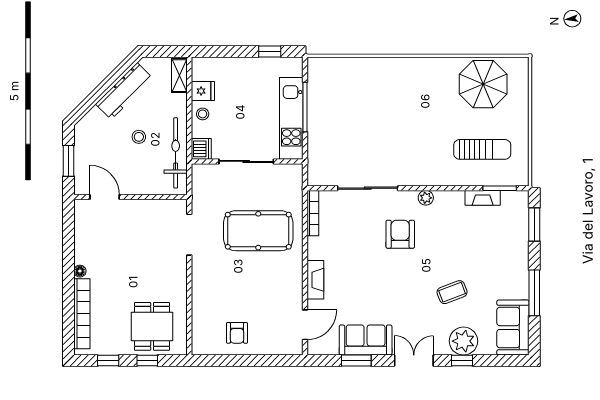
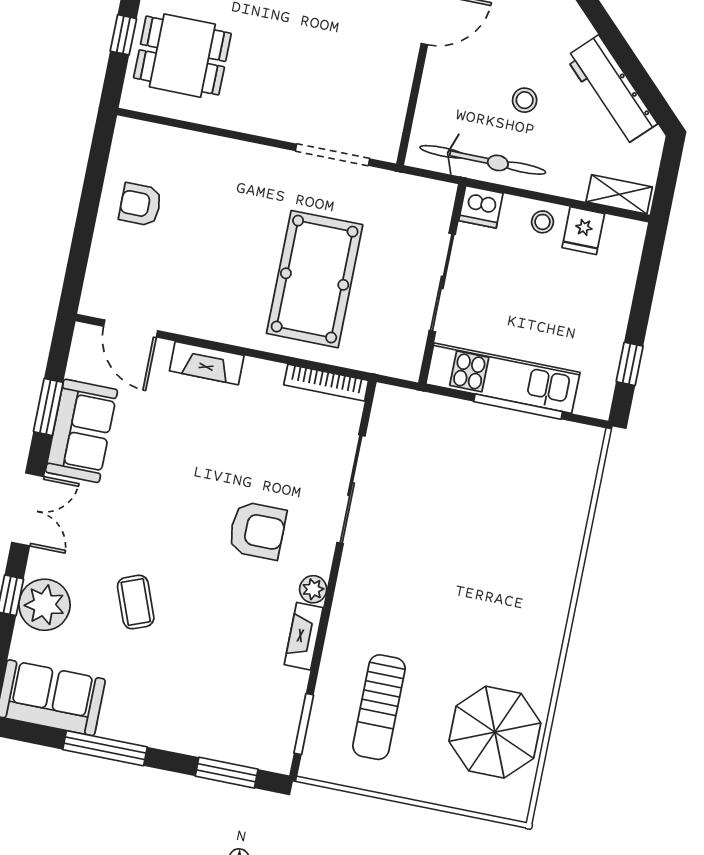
fireplace: (483, 198) -> (304, 636), moved

